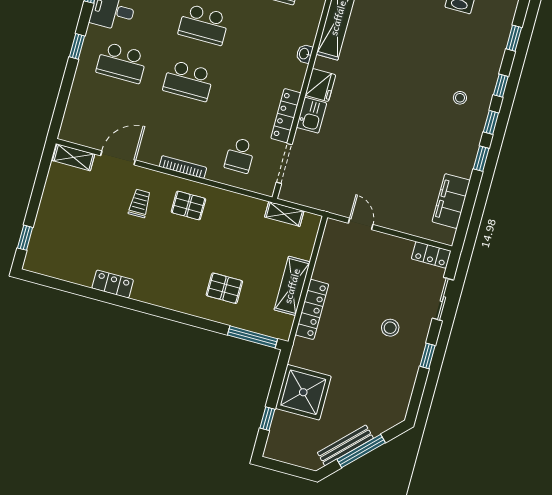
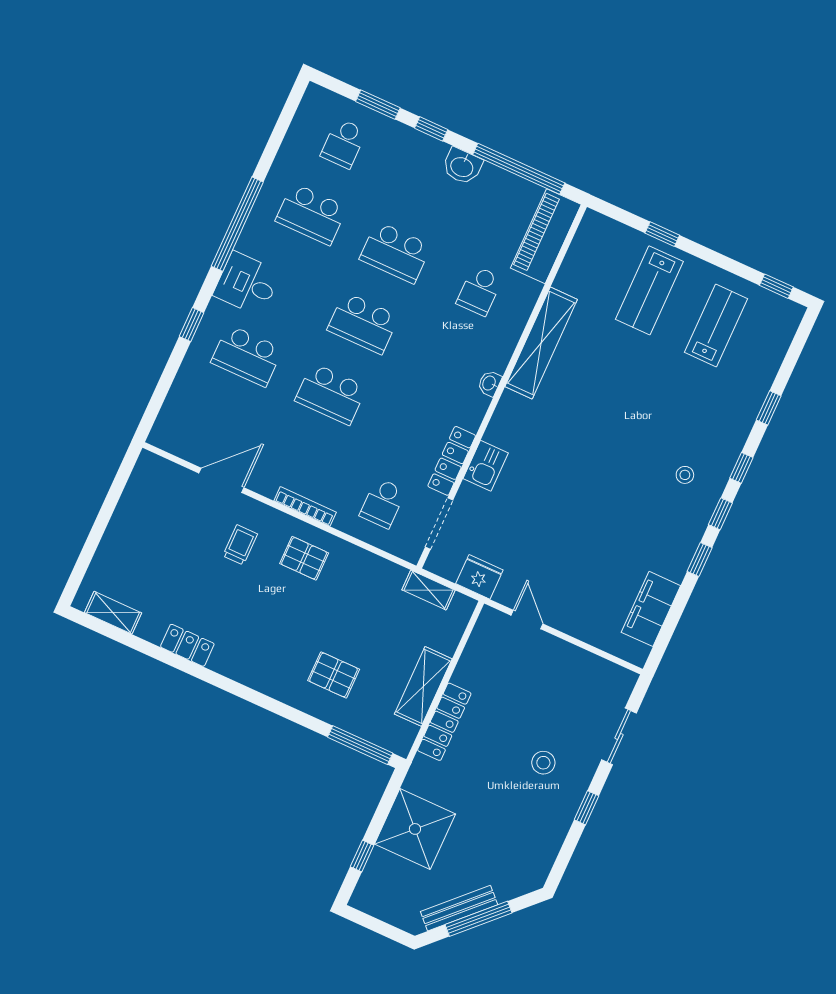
fridge: (320, 85) -> (479, 577), moved, turned -90
shelving: (74, 157) -> (113, 613), moved
window: (25, 238) -> (82, 565), removed
locker: (431, 255) -> (613, 676), removed

